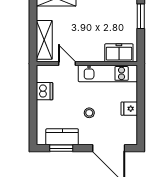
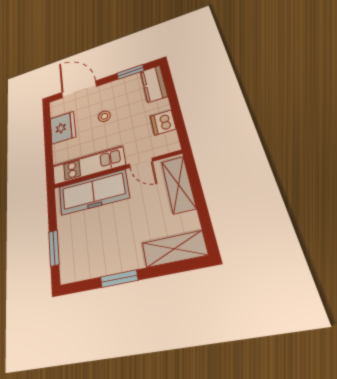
freezer: (119, 53) -> (93, 192), width x1.91, depth x1.26
fridge: (129, 109) -> (63, 128), width x1.88, depth x1.34
kitchen counter: (62, 137) -> (154, 84), moved, turned 90

